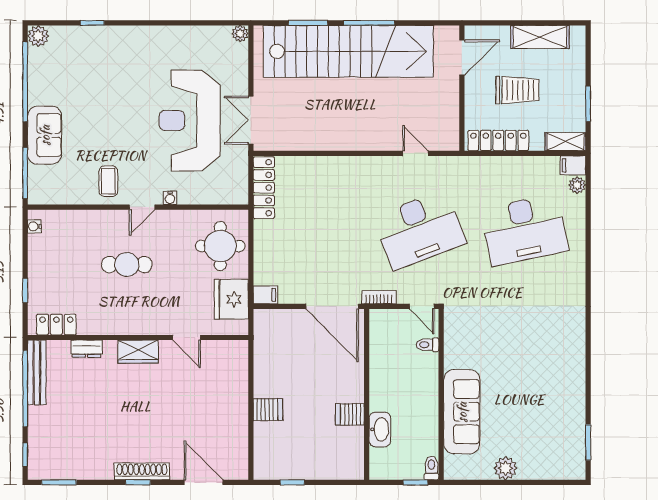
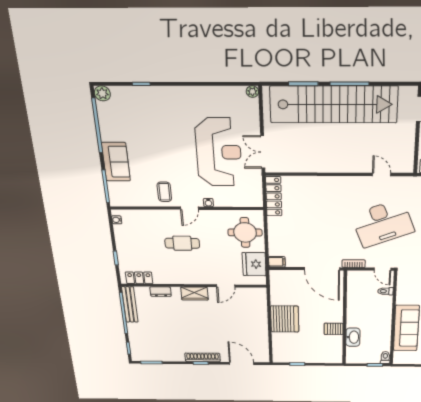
reception desk: (190, 120) -> (219, 152), turned 180
door: (187, 337) -> (226, 286), hinge flipped
server rack: (268, 410) -> (285, 319), width x2.18, depth x1.44

